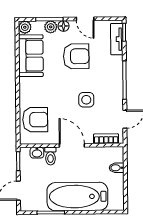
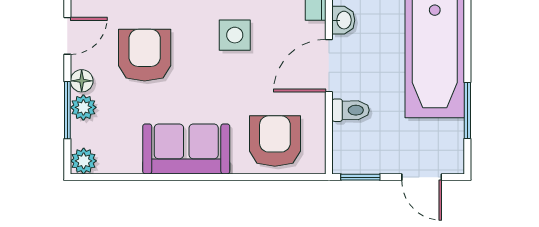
sofa: (31, 56) -> (186, 149), moved
washbasin: (37, 153) -> (343, 20), moved

